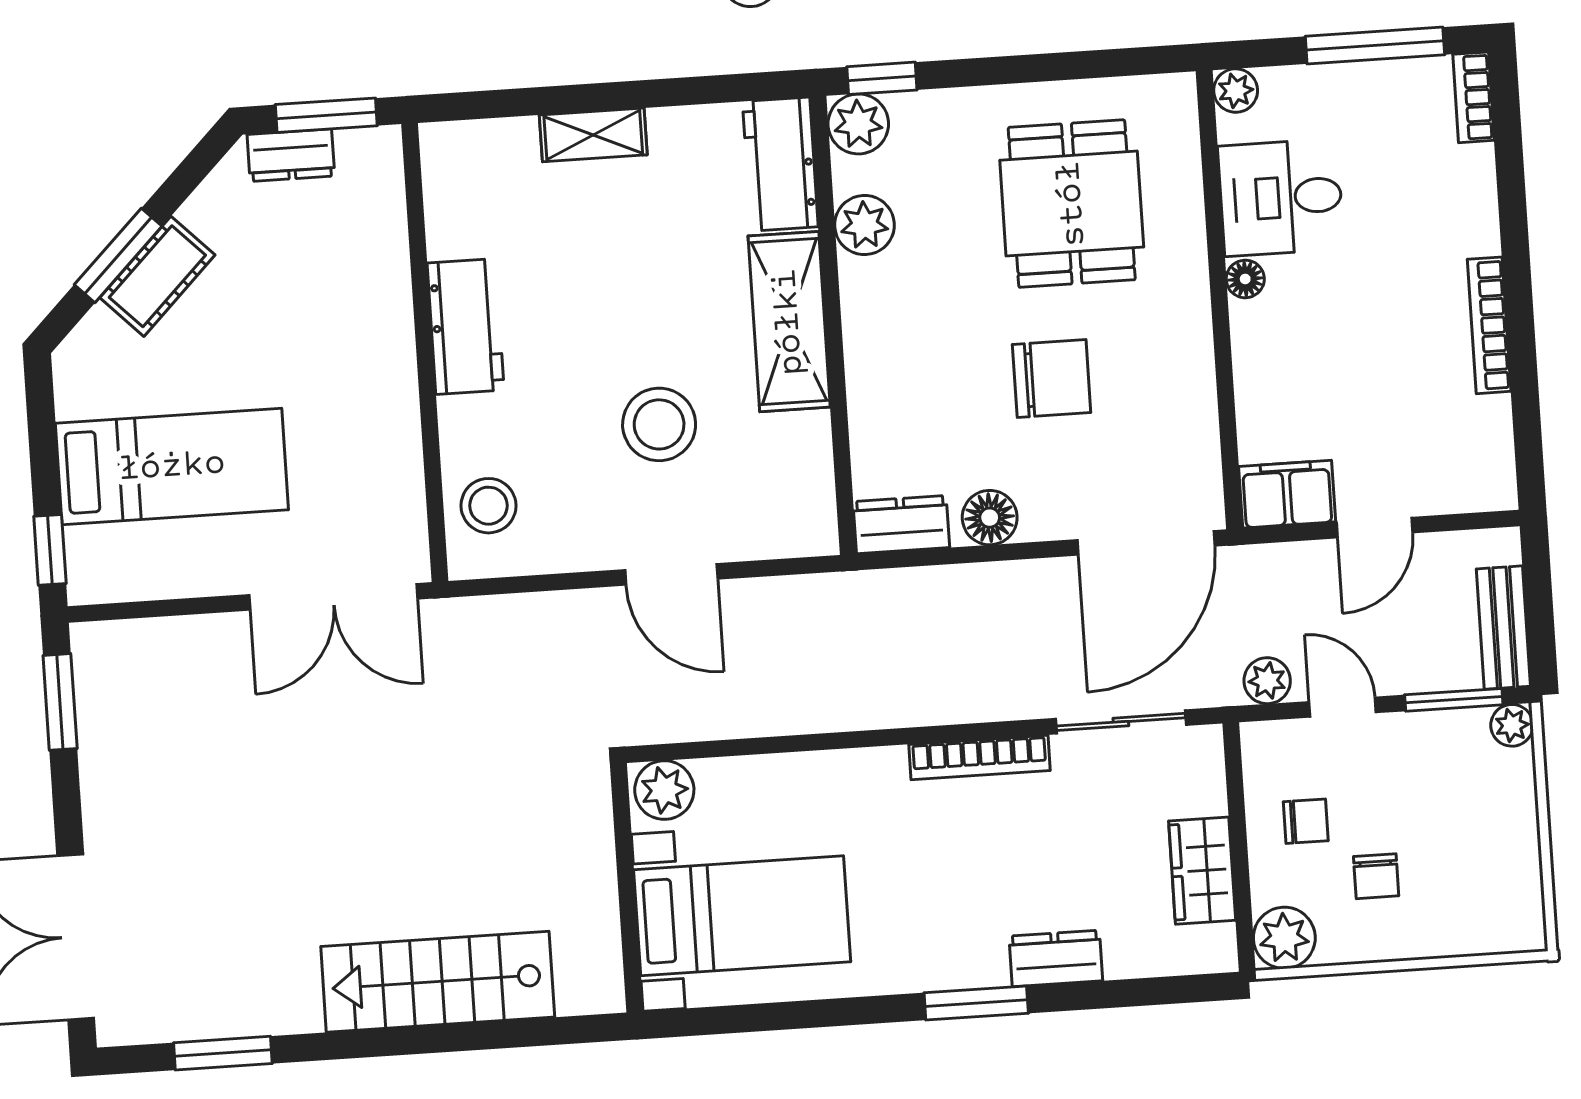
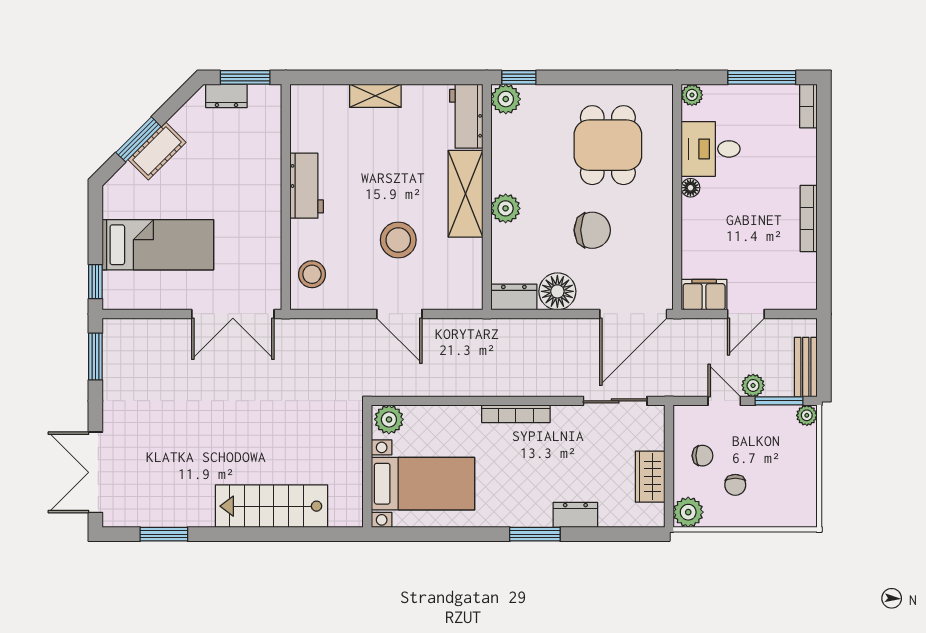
plant: (865, 225) -> (506, 208), moved
floor lamp: (990, 518) -> (557, 291), width x1.38, depth x1.38
plant: (1267, 681) -> (753, 385), moved
bookcase: (979, 757) -> (516, 414), moved

